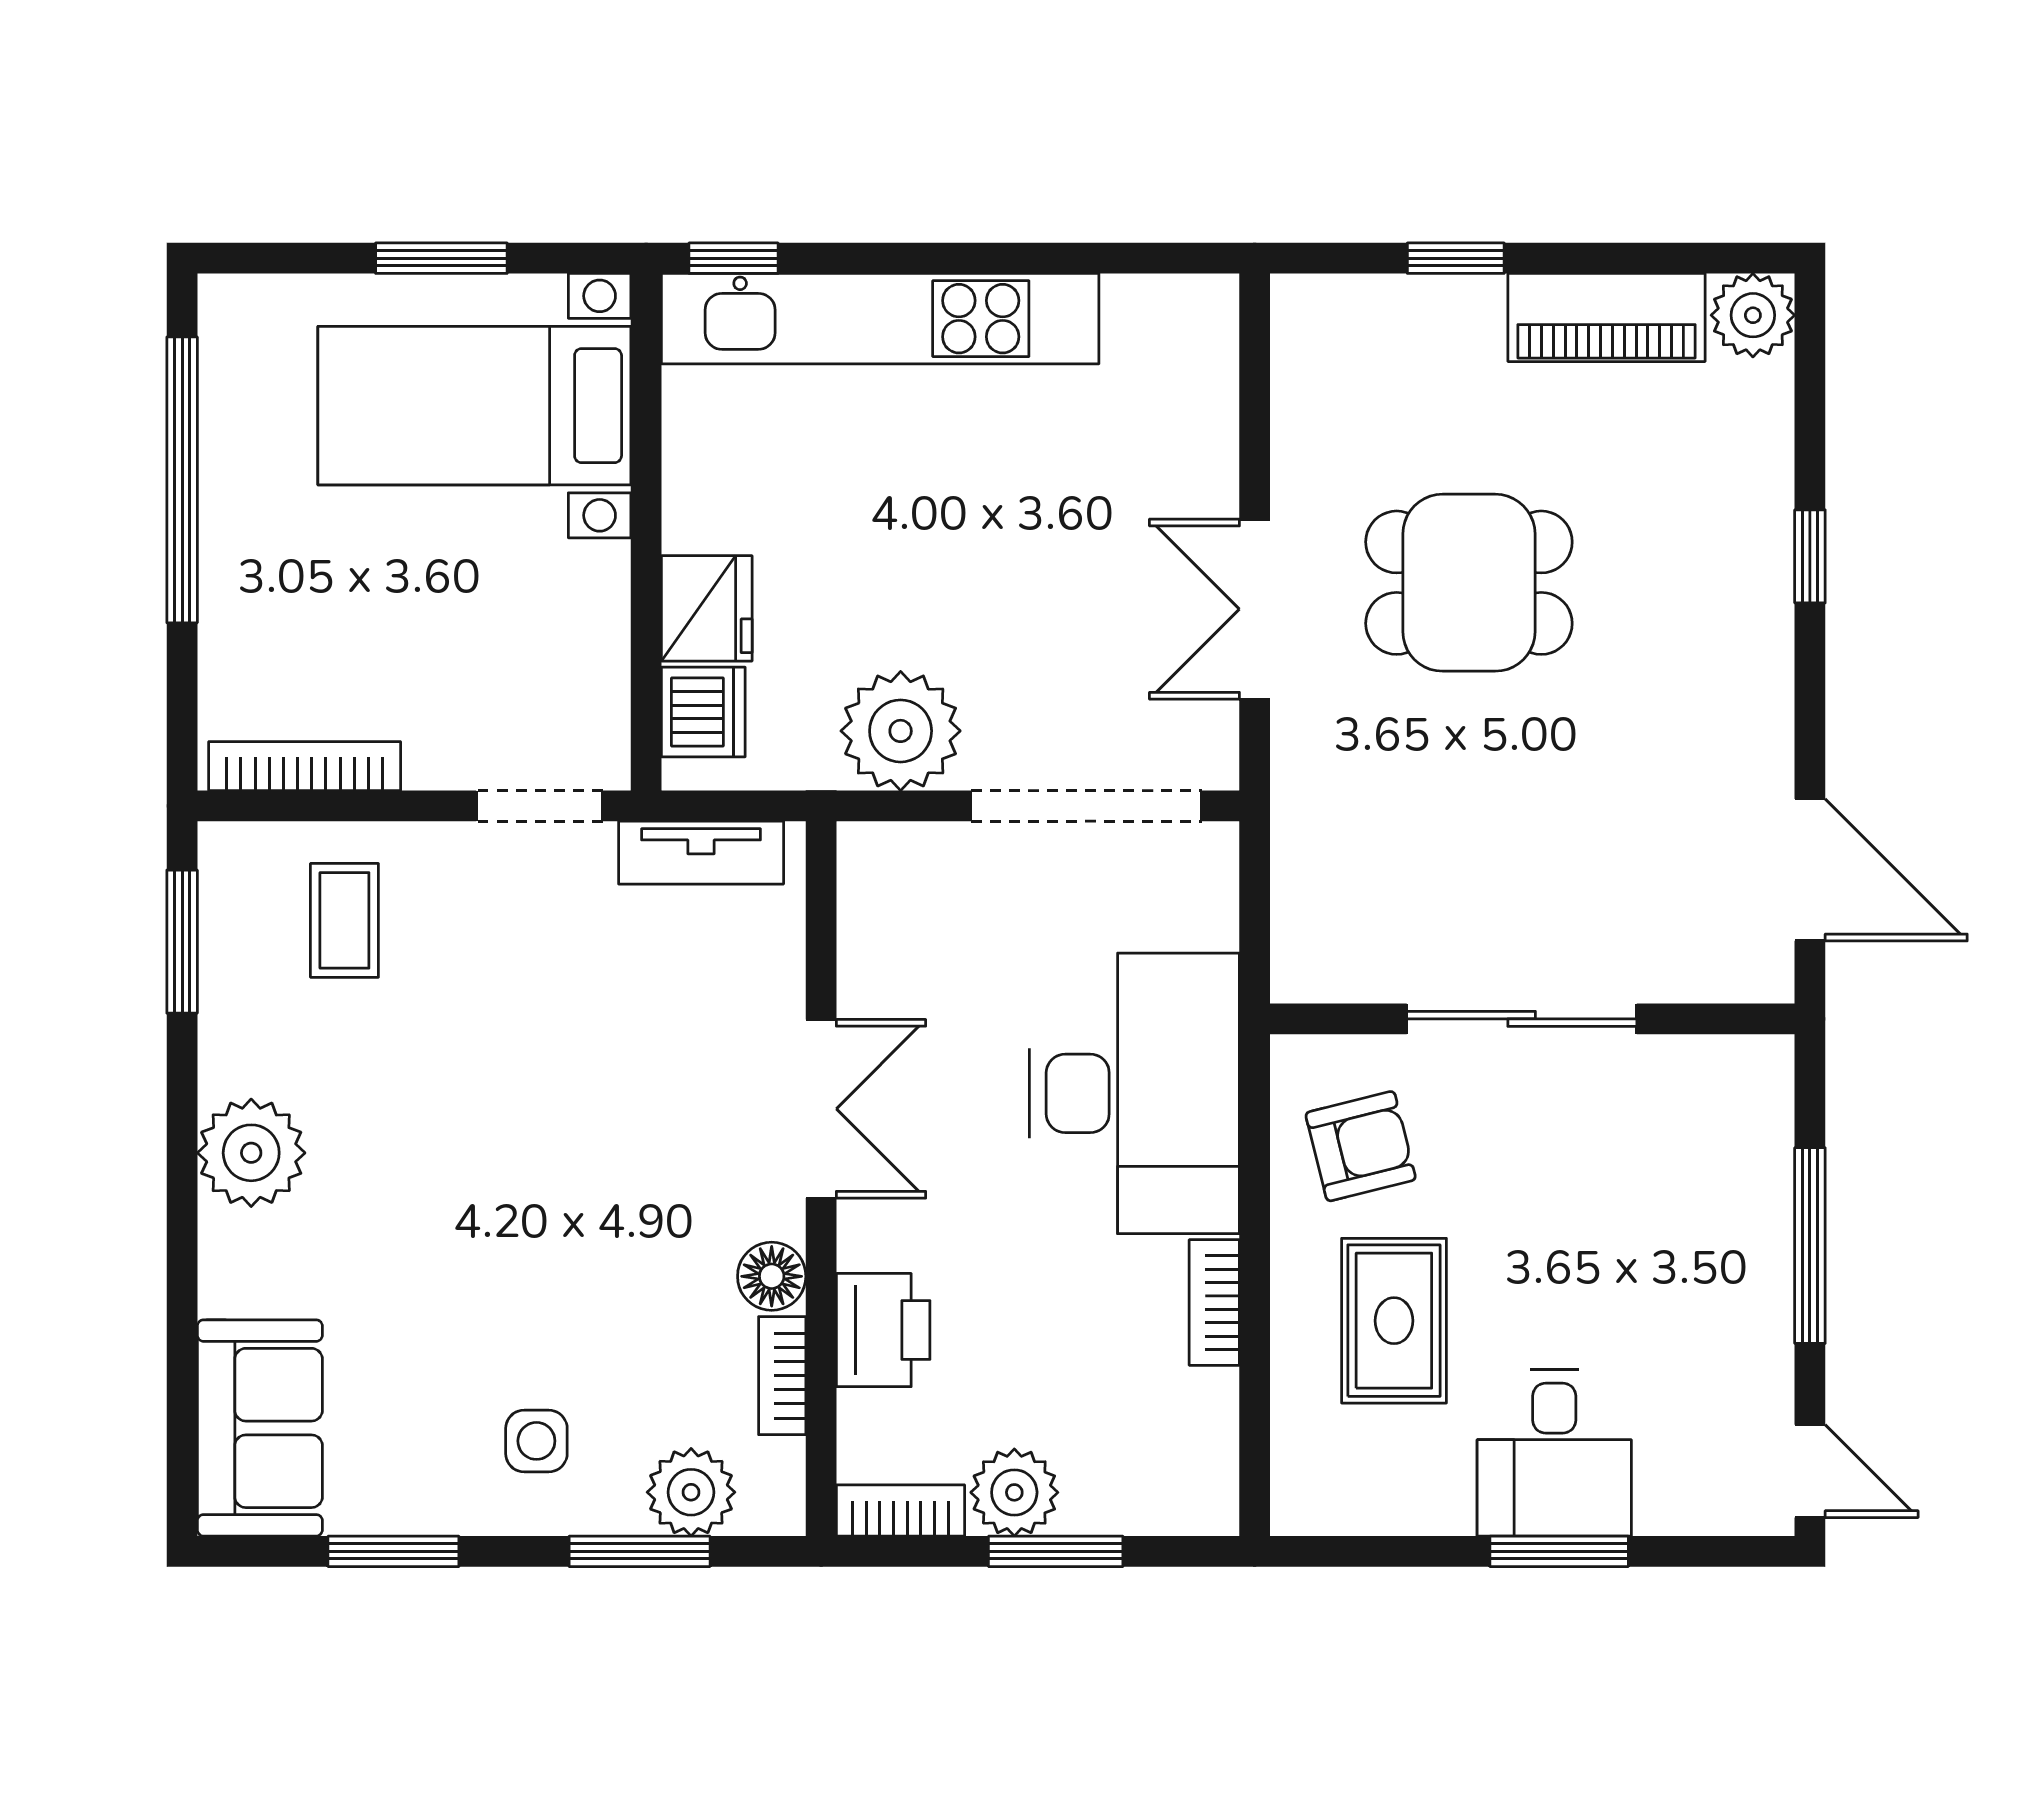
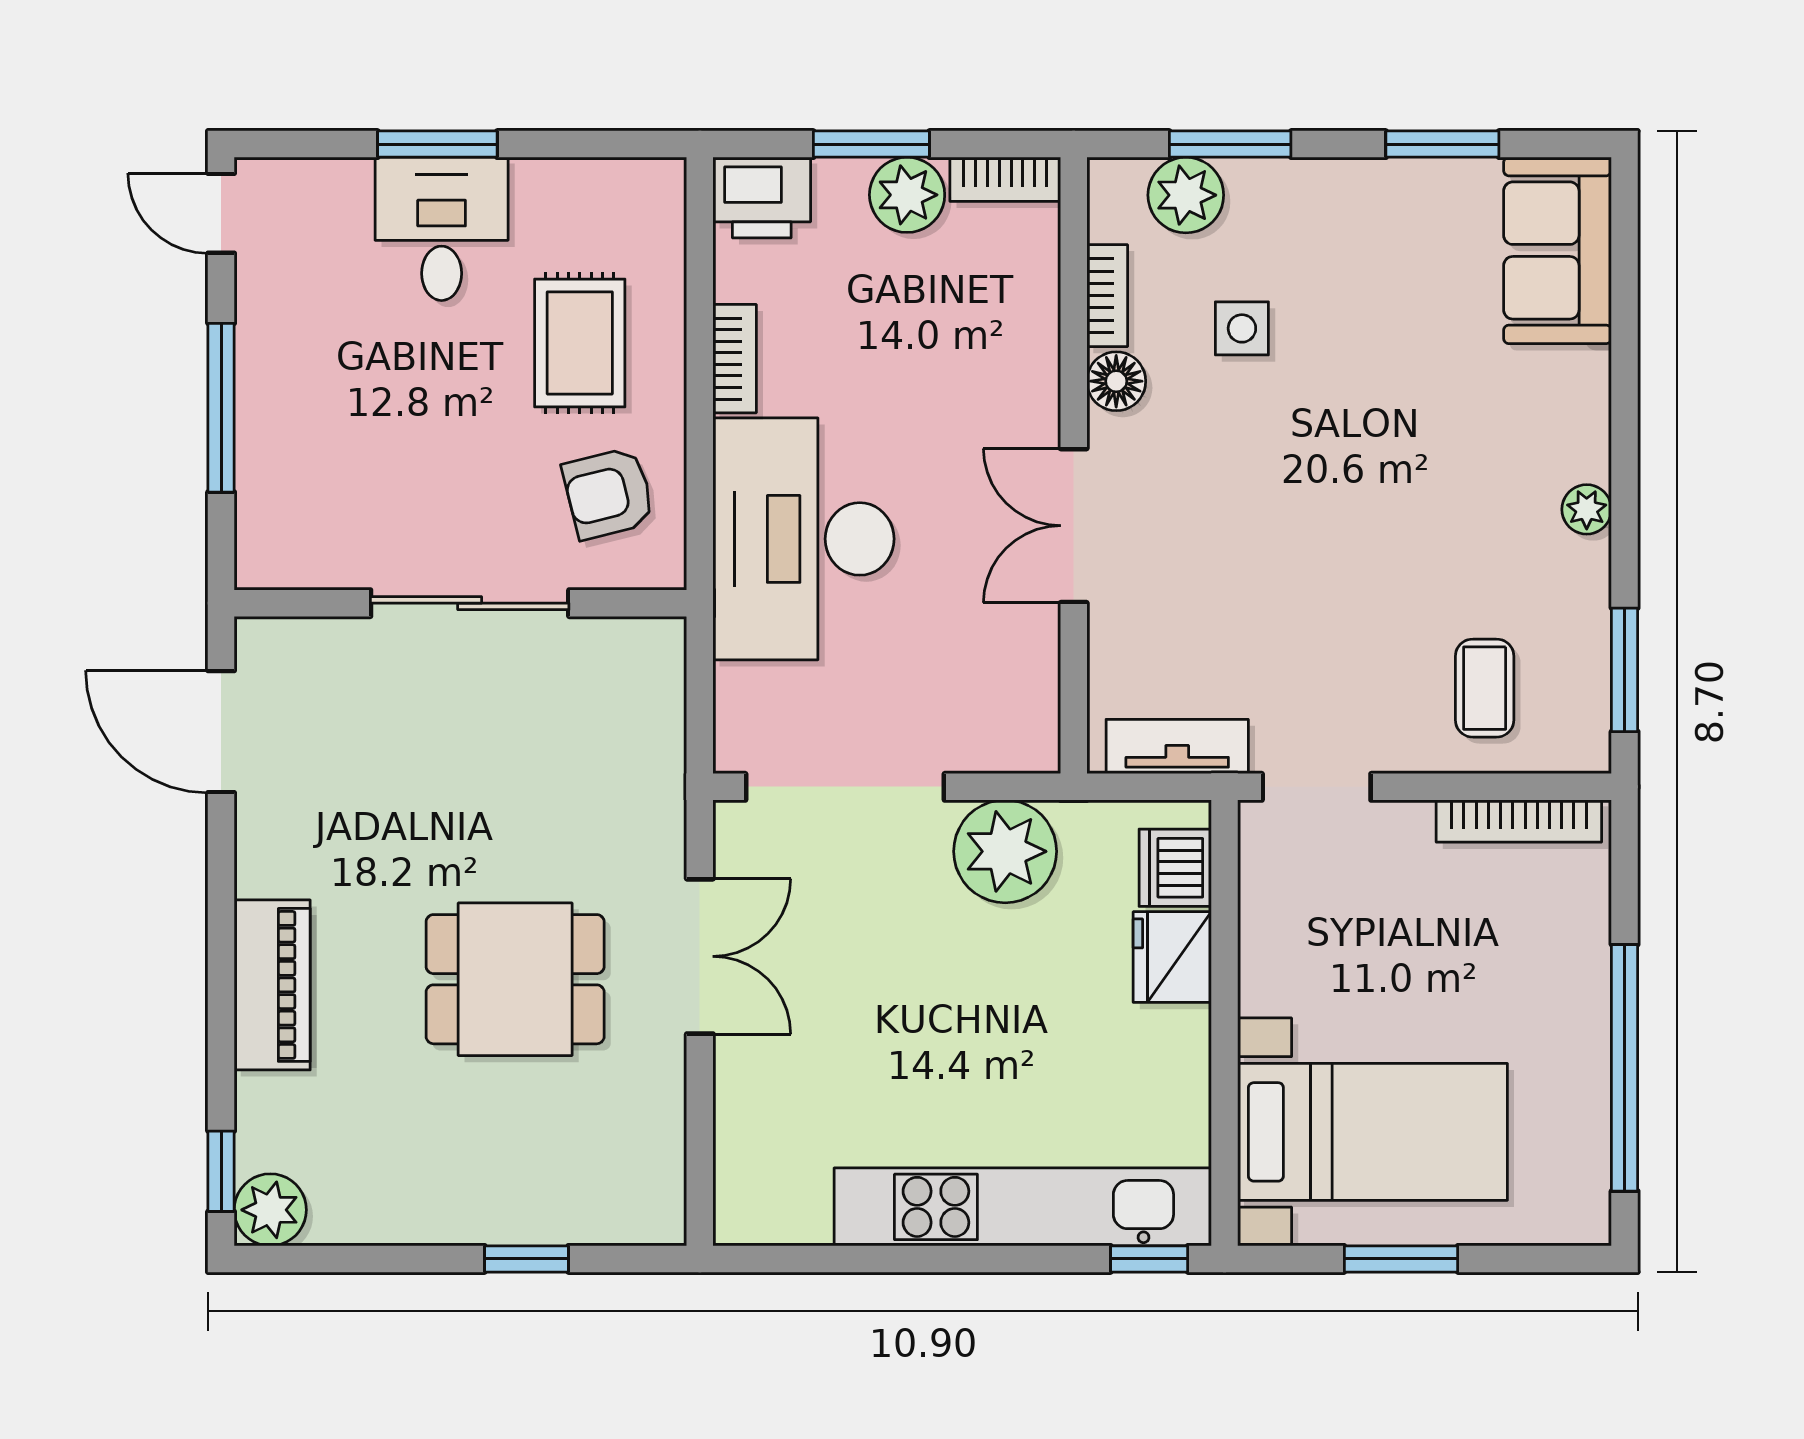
piano: (1606, 317) -> (272, 985), moved, turned 90
window: (1810, 556) -> (221, 1171), moved
plant: (251, 1153) -> (1587, 509), width x0.53, depth x0.53
printer: (883, 1330) -> (762, 198), moved, turned -90
side table: (536, 1441) -> (1242, 328), moved

